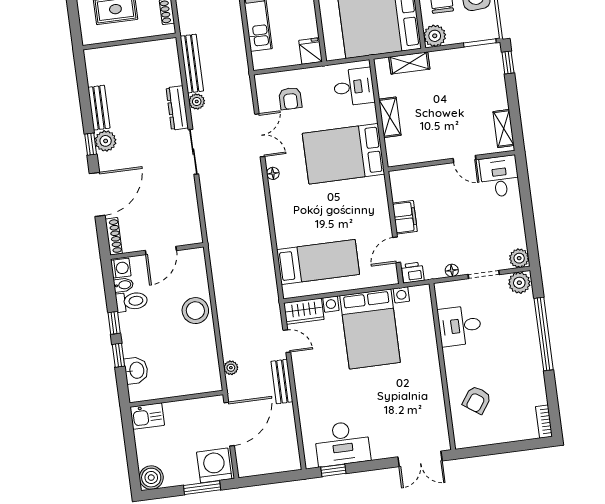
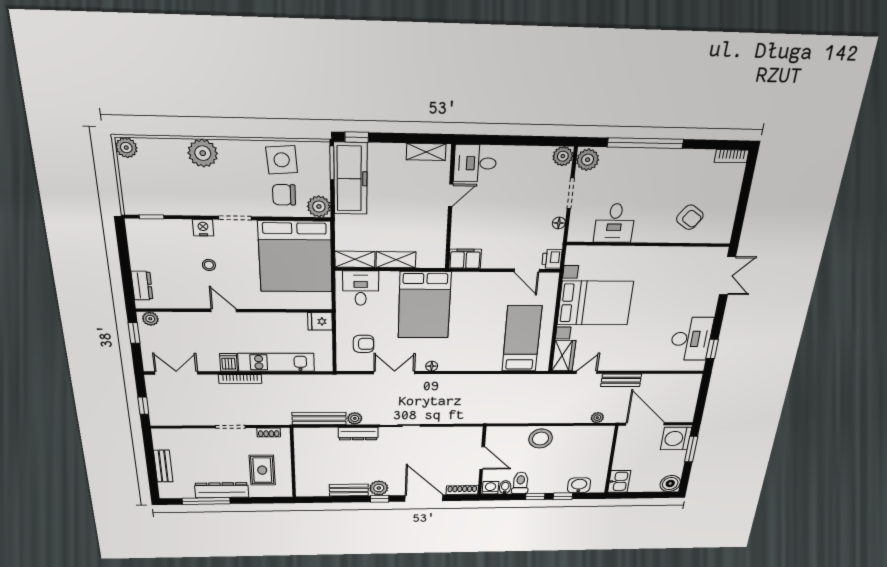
freezer: (467, 62) -> (351, 179), added
shelving: (409, 63) -> (355, 259), moved, turned 90
filing cabinet: (405, 217) -> (465, 259), moved

